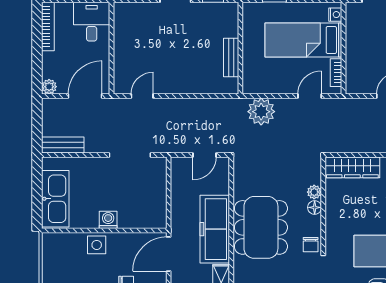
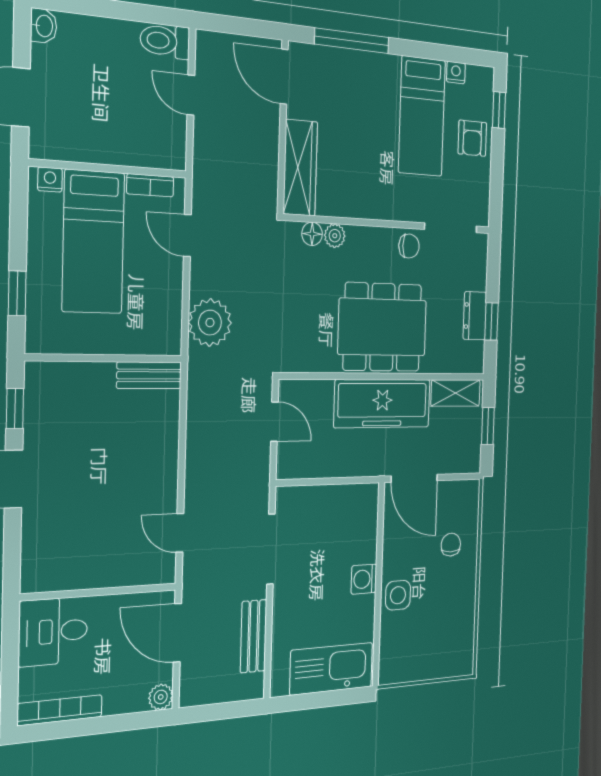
bench: (231, 57) -> (149, 375), moved
bench: (63, 145) -> (253, 636), moved
floor lamp: (315, 207) -> (312, 234), moved

